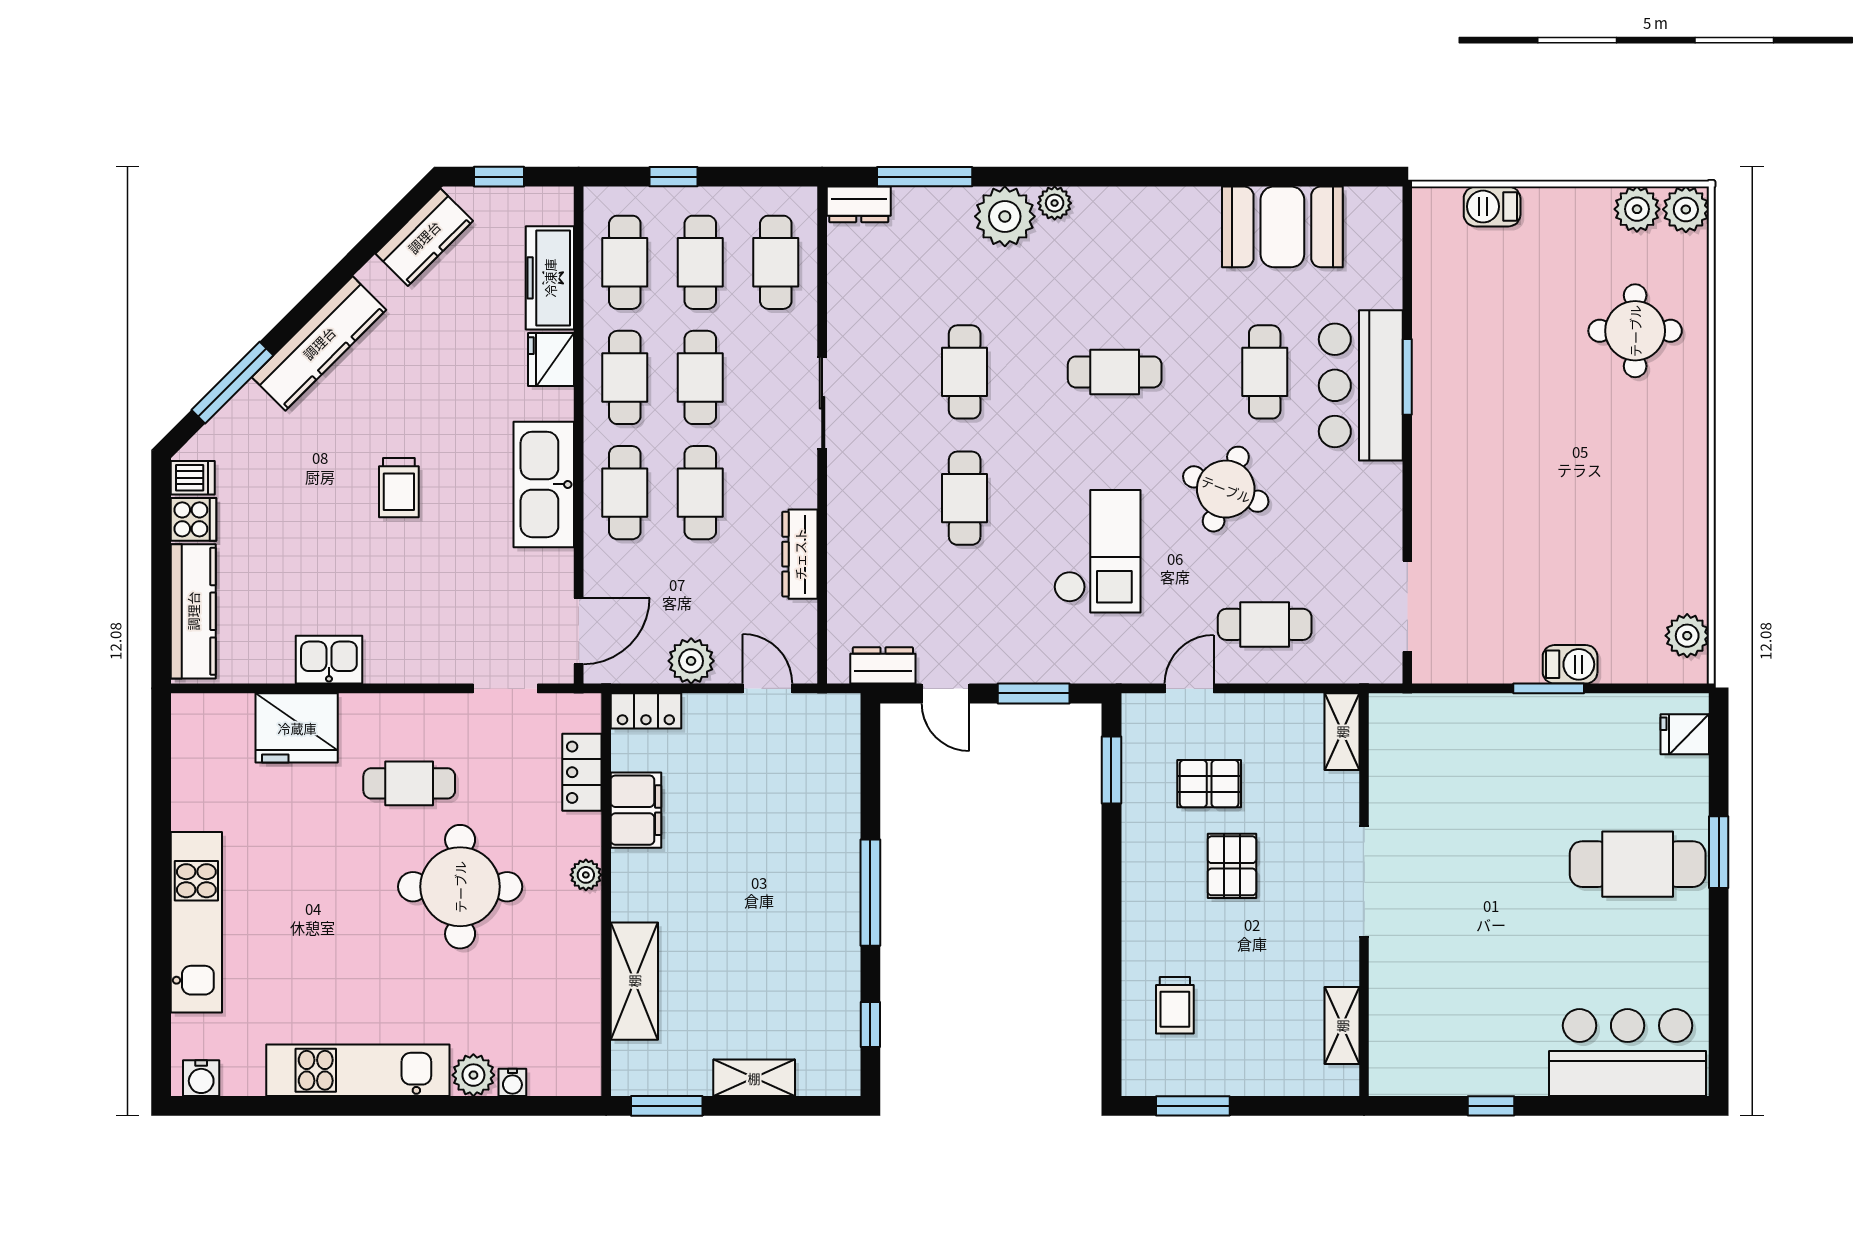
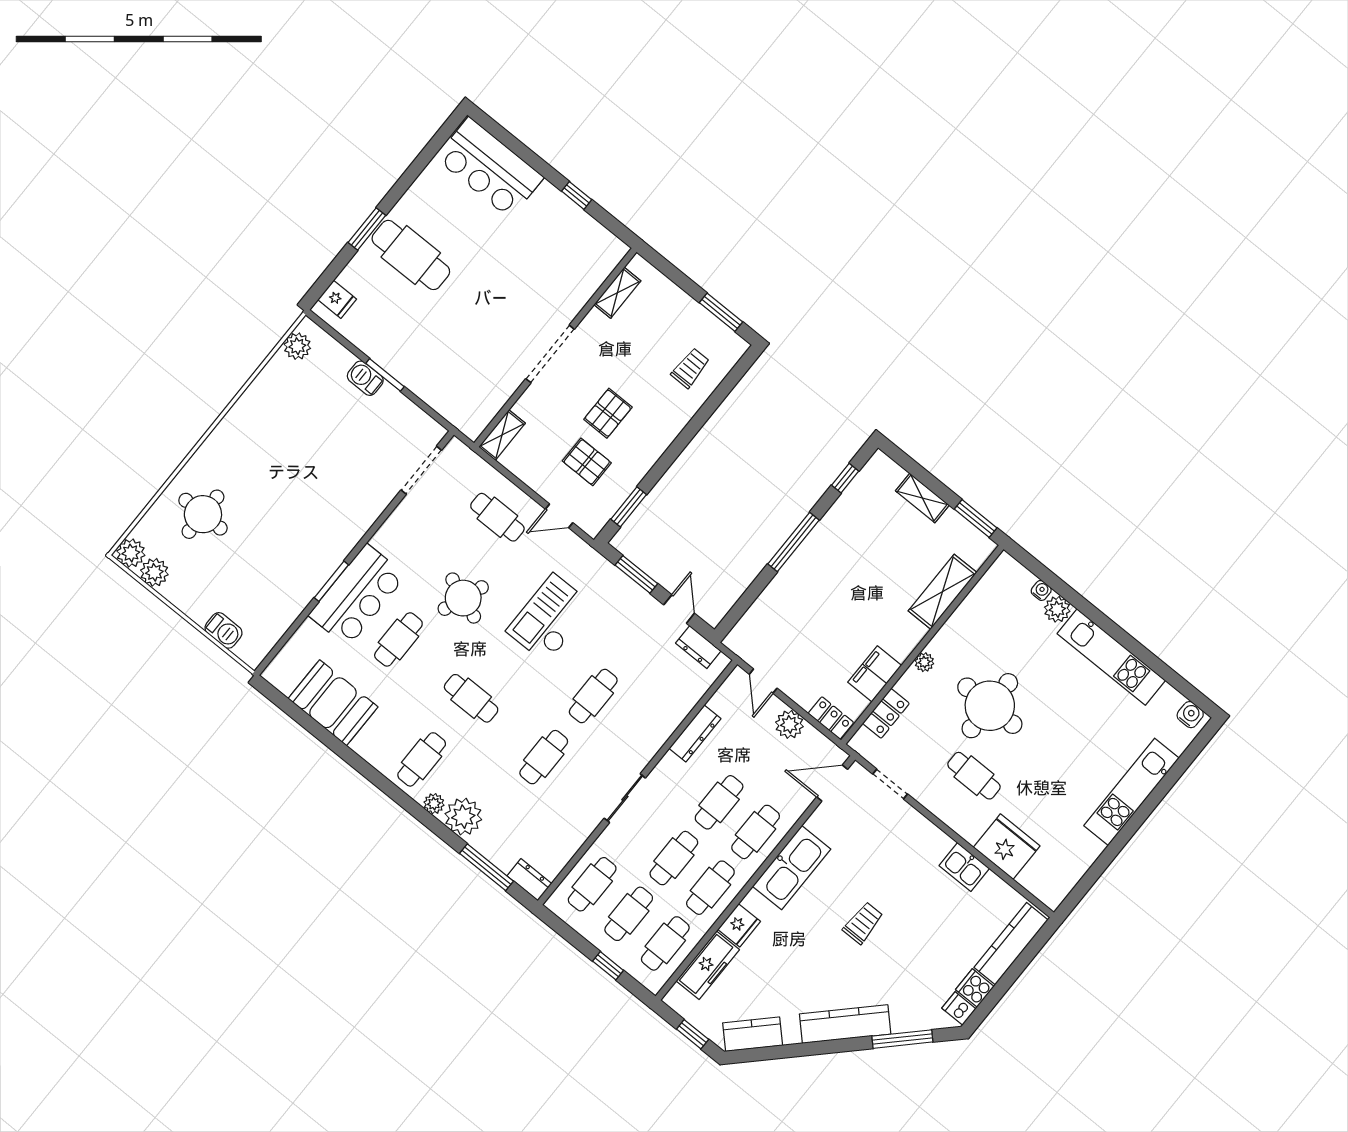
cafe table: (1115, 246) -> (422, 759), added

